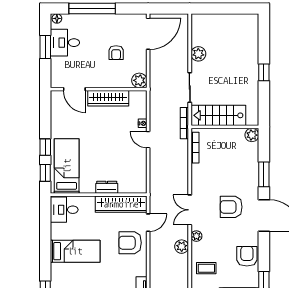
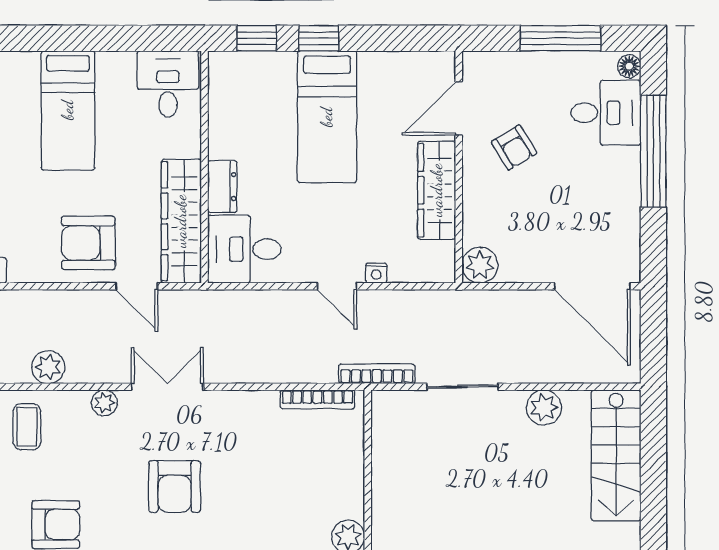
desk: (65, 43) -> (606, 113), moved, turned 90
window: (45, 47) -> (561, 38), width x1.44
armchair: (116, 53) -> (514, 148), moved, turned -121
stairs: (219, 115) -> (616, 455), moved, turned 180
door: (148, 140) -> (337, 286), swing flipped
bed: (67, 166) -> (327, 117), moved, turned 90
desk: (133, 178) -> (244, 249), added
armchair: (231, 207) -> (175, 487), turned 180
armchair: (130, 243) -> (88, 243), turned -90
plant: (182, 247) -> (48, 367), moved

